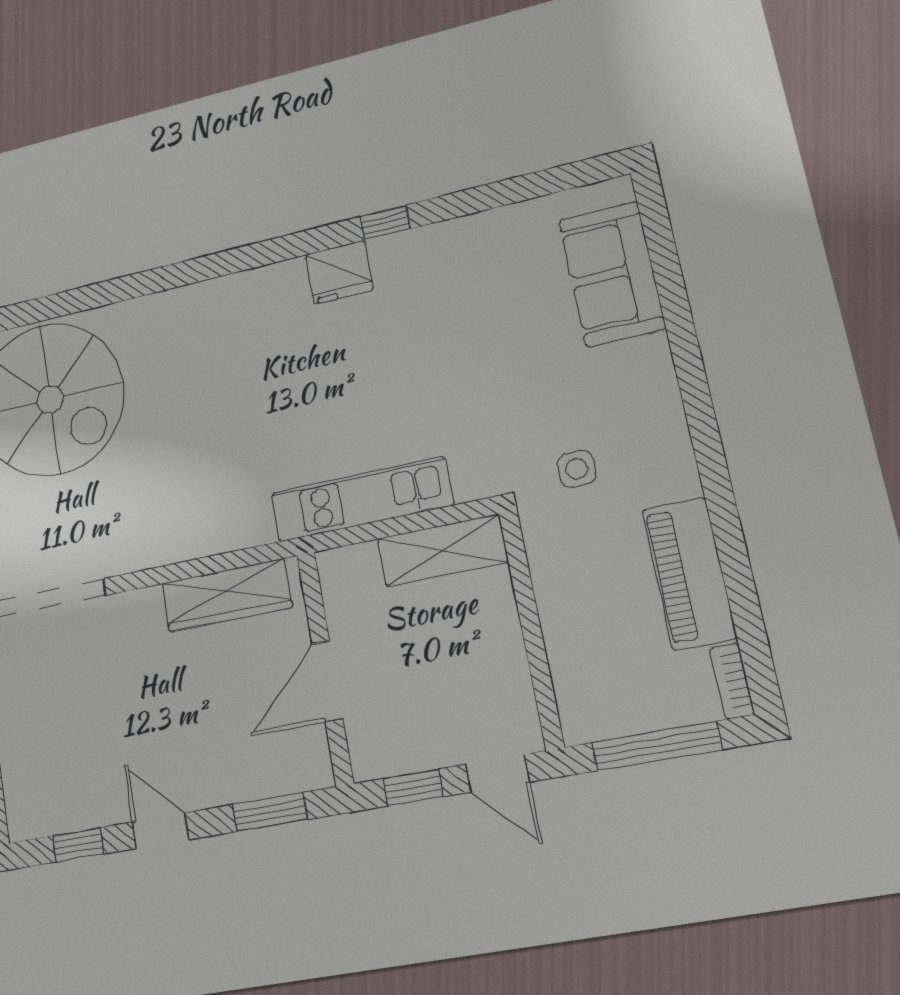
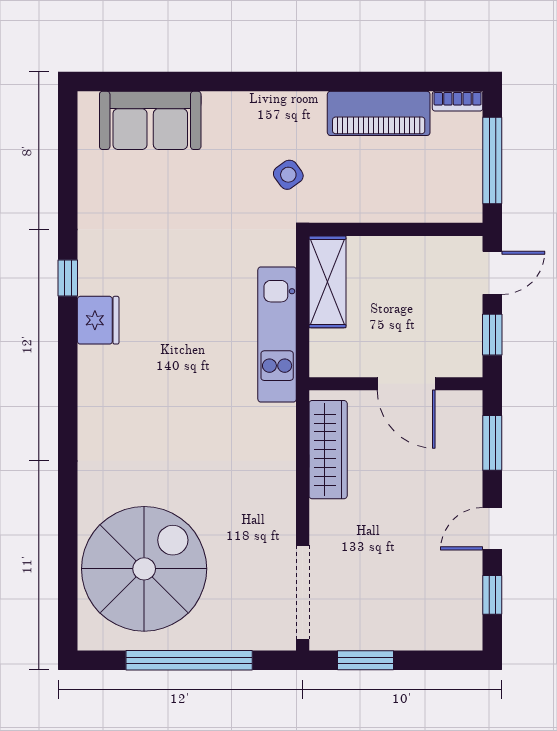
side table: (577, 469) -> (288, 175), turned -36

